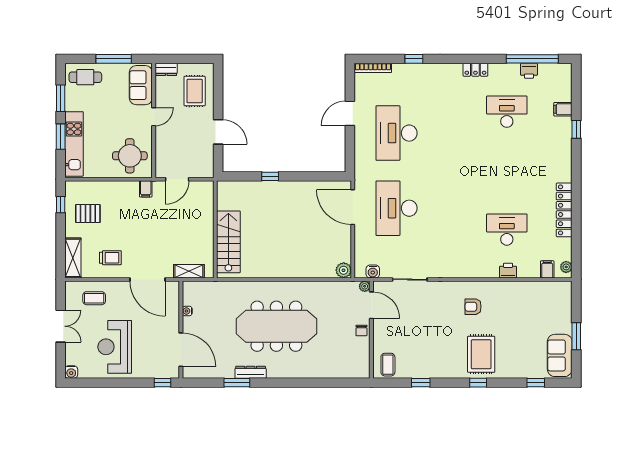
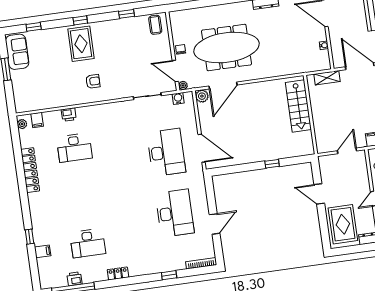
rug: (195, 91) -> (343, 224), width x1.36, depth x1.43
door: (316, 279) -> (223, 85), added
meeting table: (276, 326) -> (227, 47), moved

